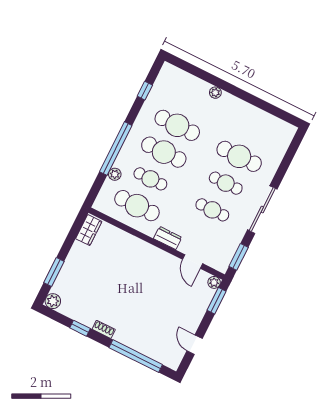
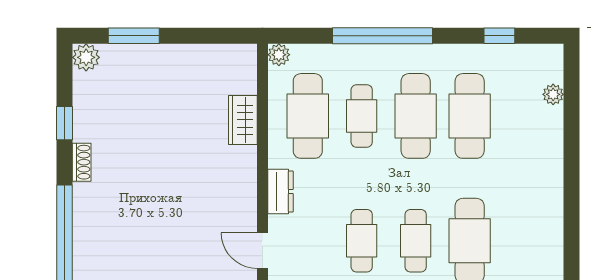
plant: (215, 93) -> (553, 94), moved
plant: (115, 174) -> (279, 55), moved
wardrobe: (89, 230) -> (243, 120), moved, turned 90
door: (193, 262) -> (262, 251), hinge flipped

